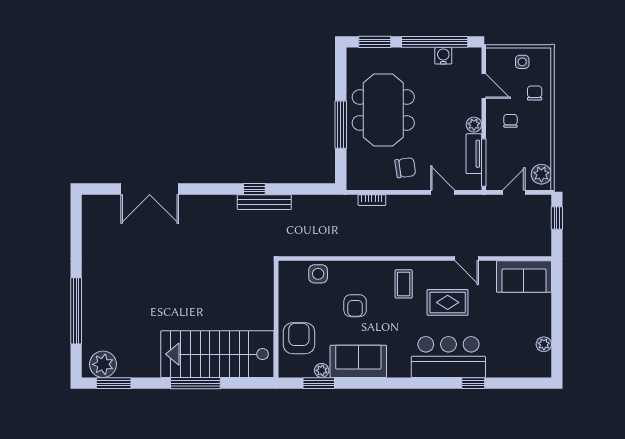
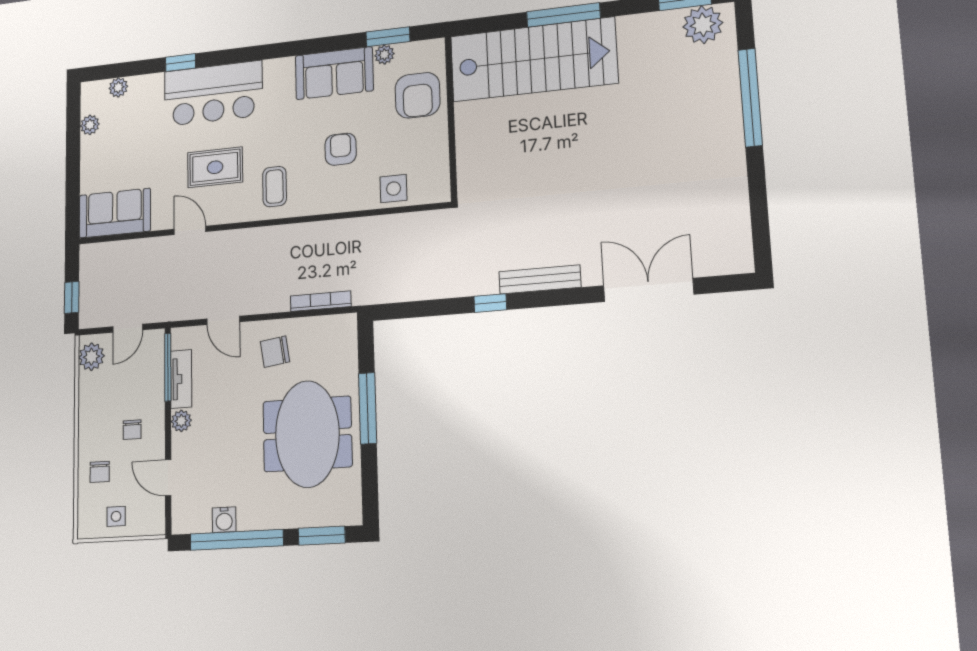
bookcase: (372, 200) -> (321, 301), width x1.56
bench: (264, 202) -> (540, 279), moved
plant: (522, 370) -> (118, 87), added

